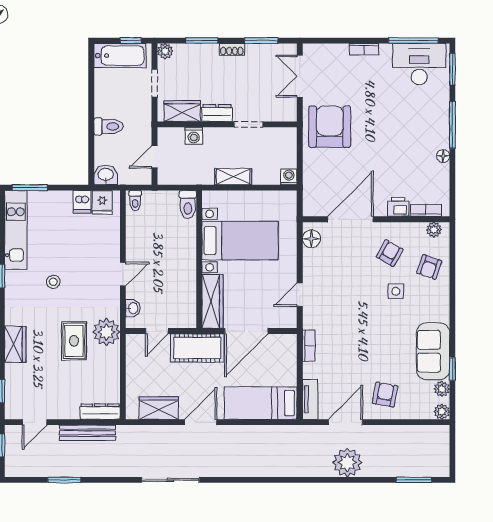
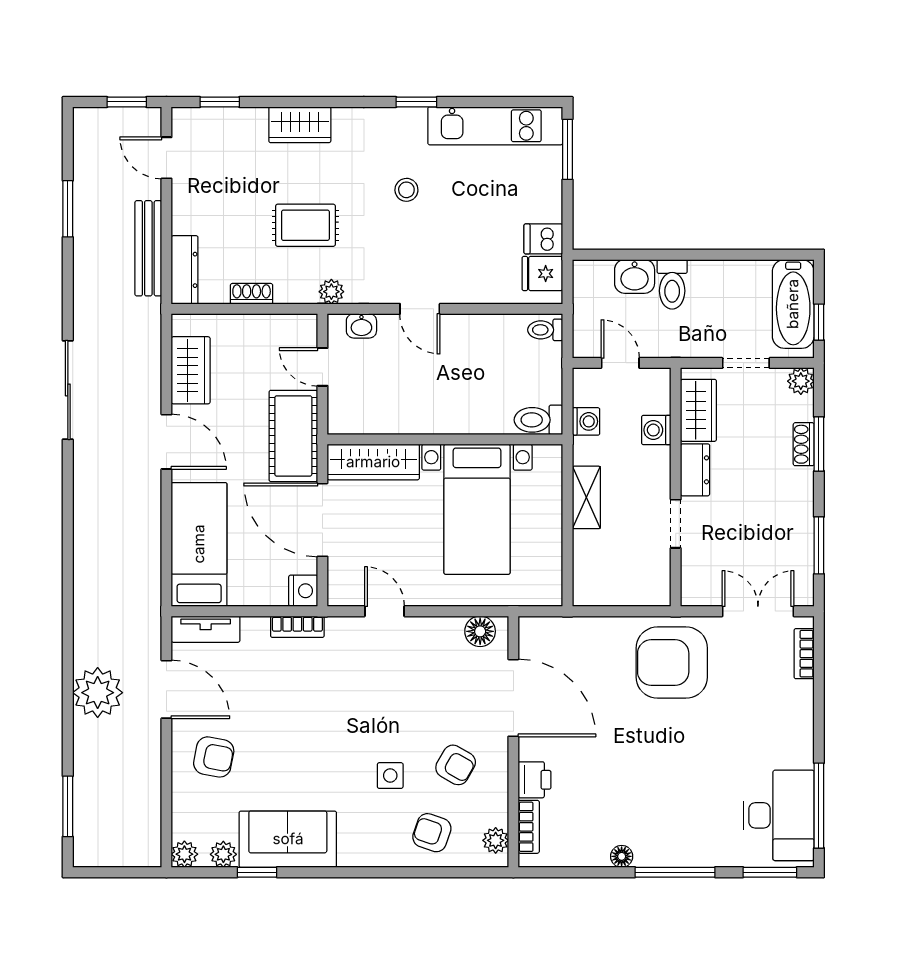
shoe rack: (232, 49) -> (804, 444), moved
bookcase: (364, 49) -> (804, 654), moved
armchair: (330, 127) -> (672, 663), turned 180
washbasin: (106, 175) -> (635, 276), moved, turned 90
washing machine: (289, 177) -> (586, 421), moved
plant: (106, 332) -> (331, 292), width x0.53, depth x0.53
nightstand: (288, 342) -> (303, 591), added
shoe rack: (114, 372) -> (252, 294), added

